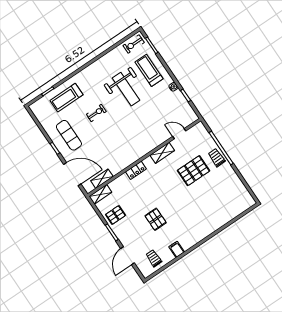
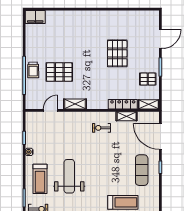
exercise bike: (96, 113) -> (101, 128), moved
door: (179, 134) -> (50, 110), swing flipped
locker: (136, 170) -> (123, 104), moved, width x1.53
shelving: (102, 179) -> (127, 116), moved
pallet: (156, 219) -> (117, 53), width x1.50, depth x1.42
filing cabinet: (177, 249) -> (35, 17), moved, width x2.00
trolley: (154, 258) -> (140, 22), removed

